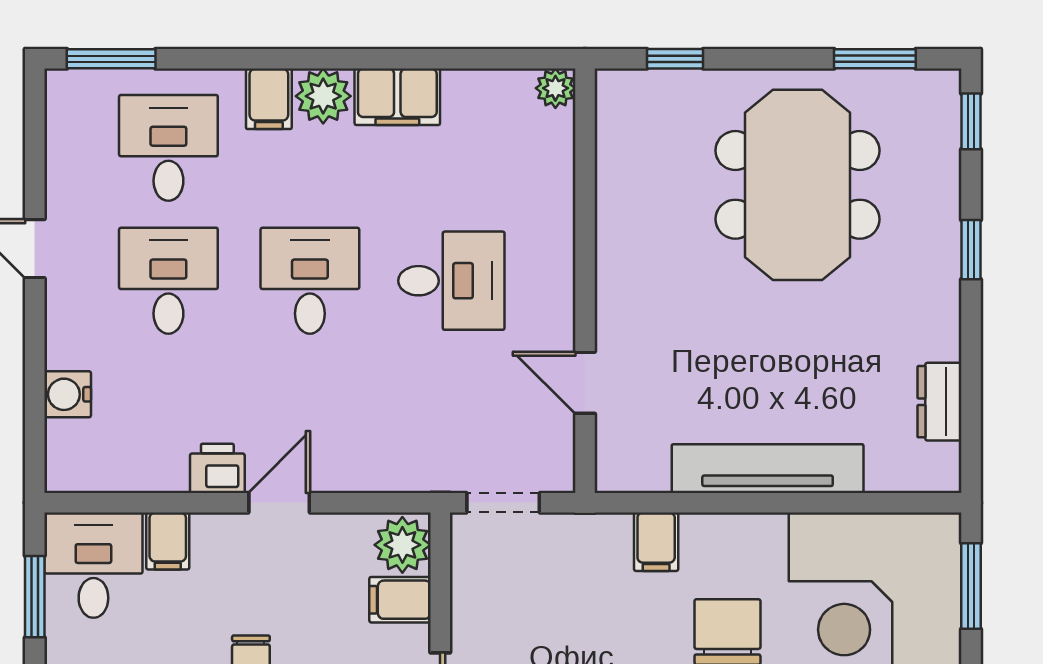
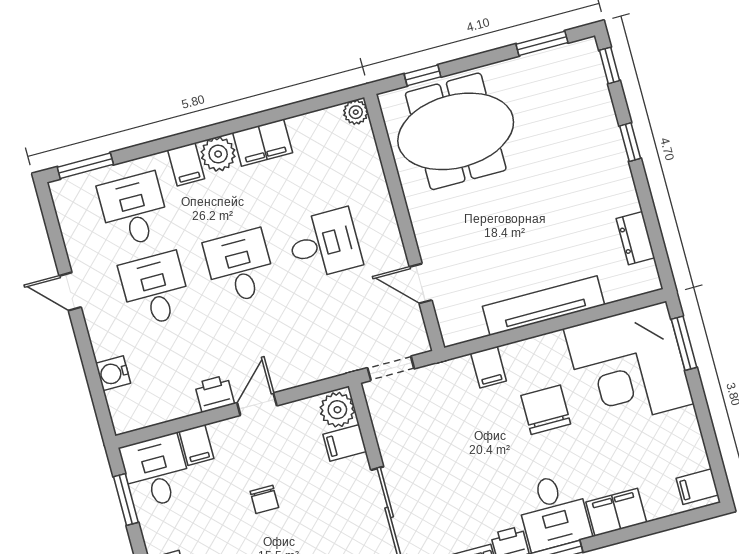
meeting table: (798, 185) -> (456, 131), moved, turned 90

